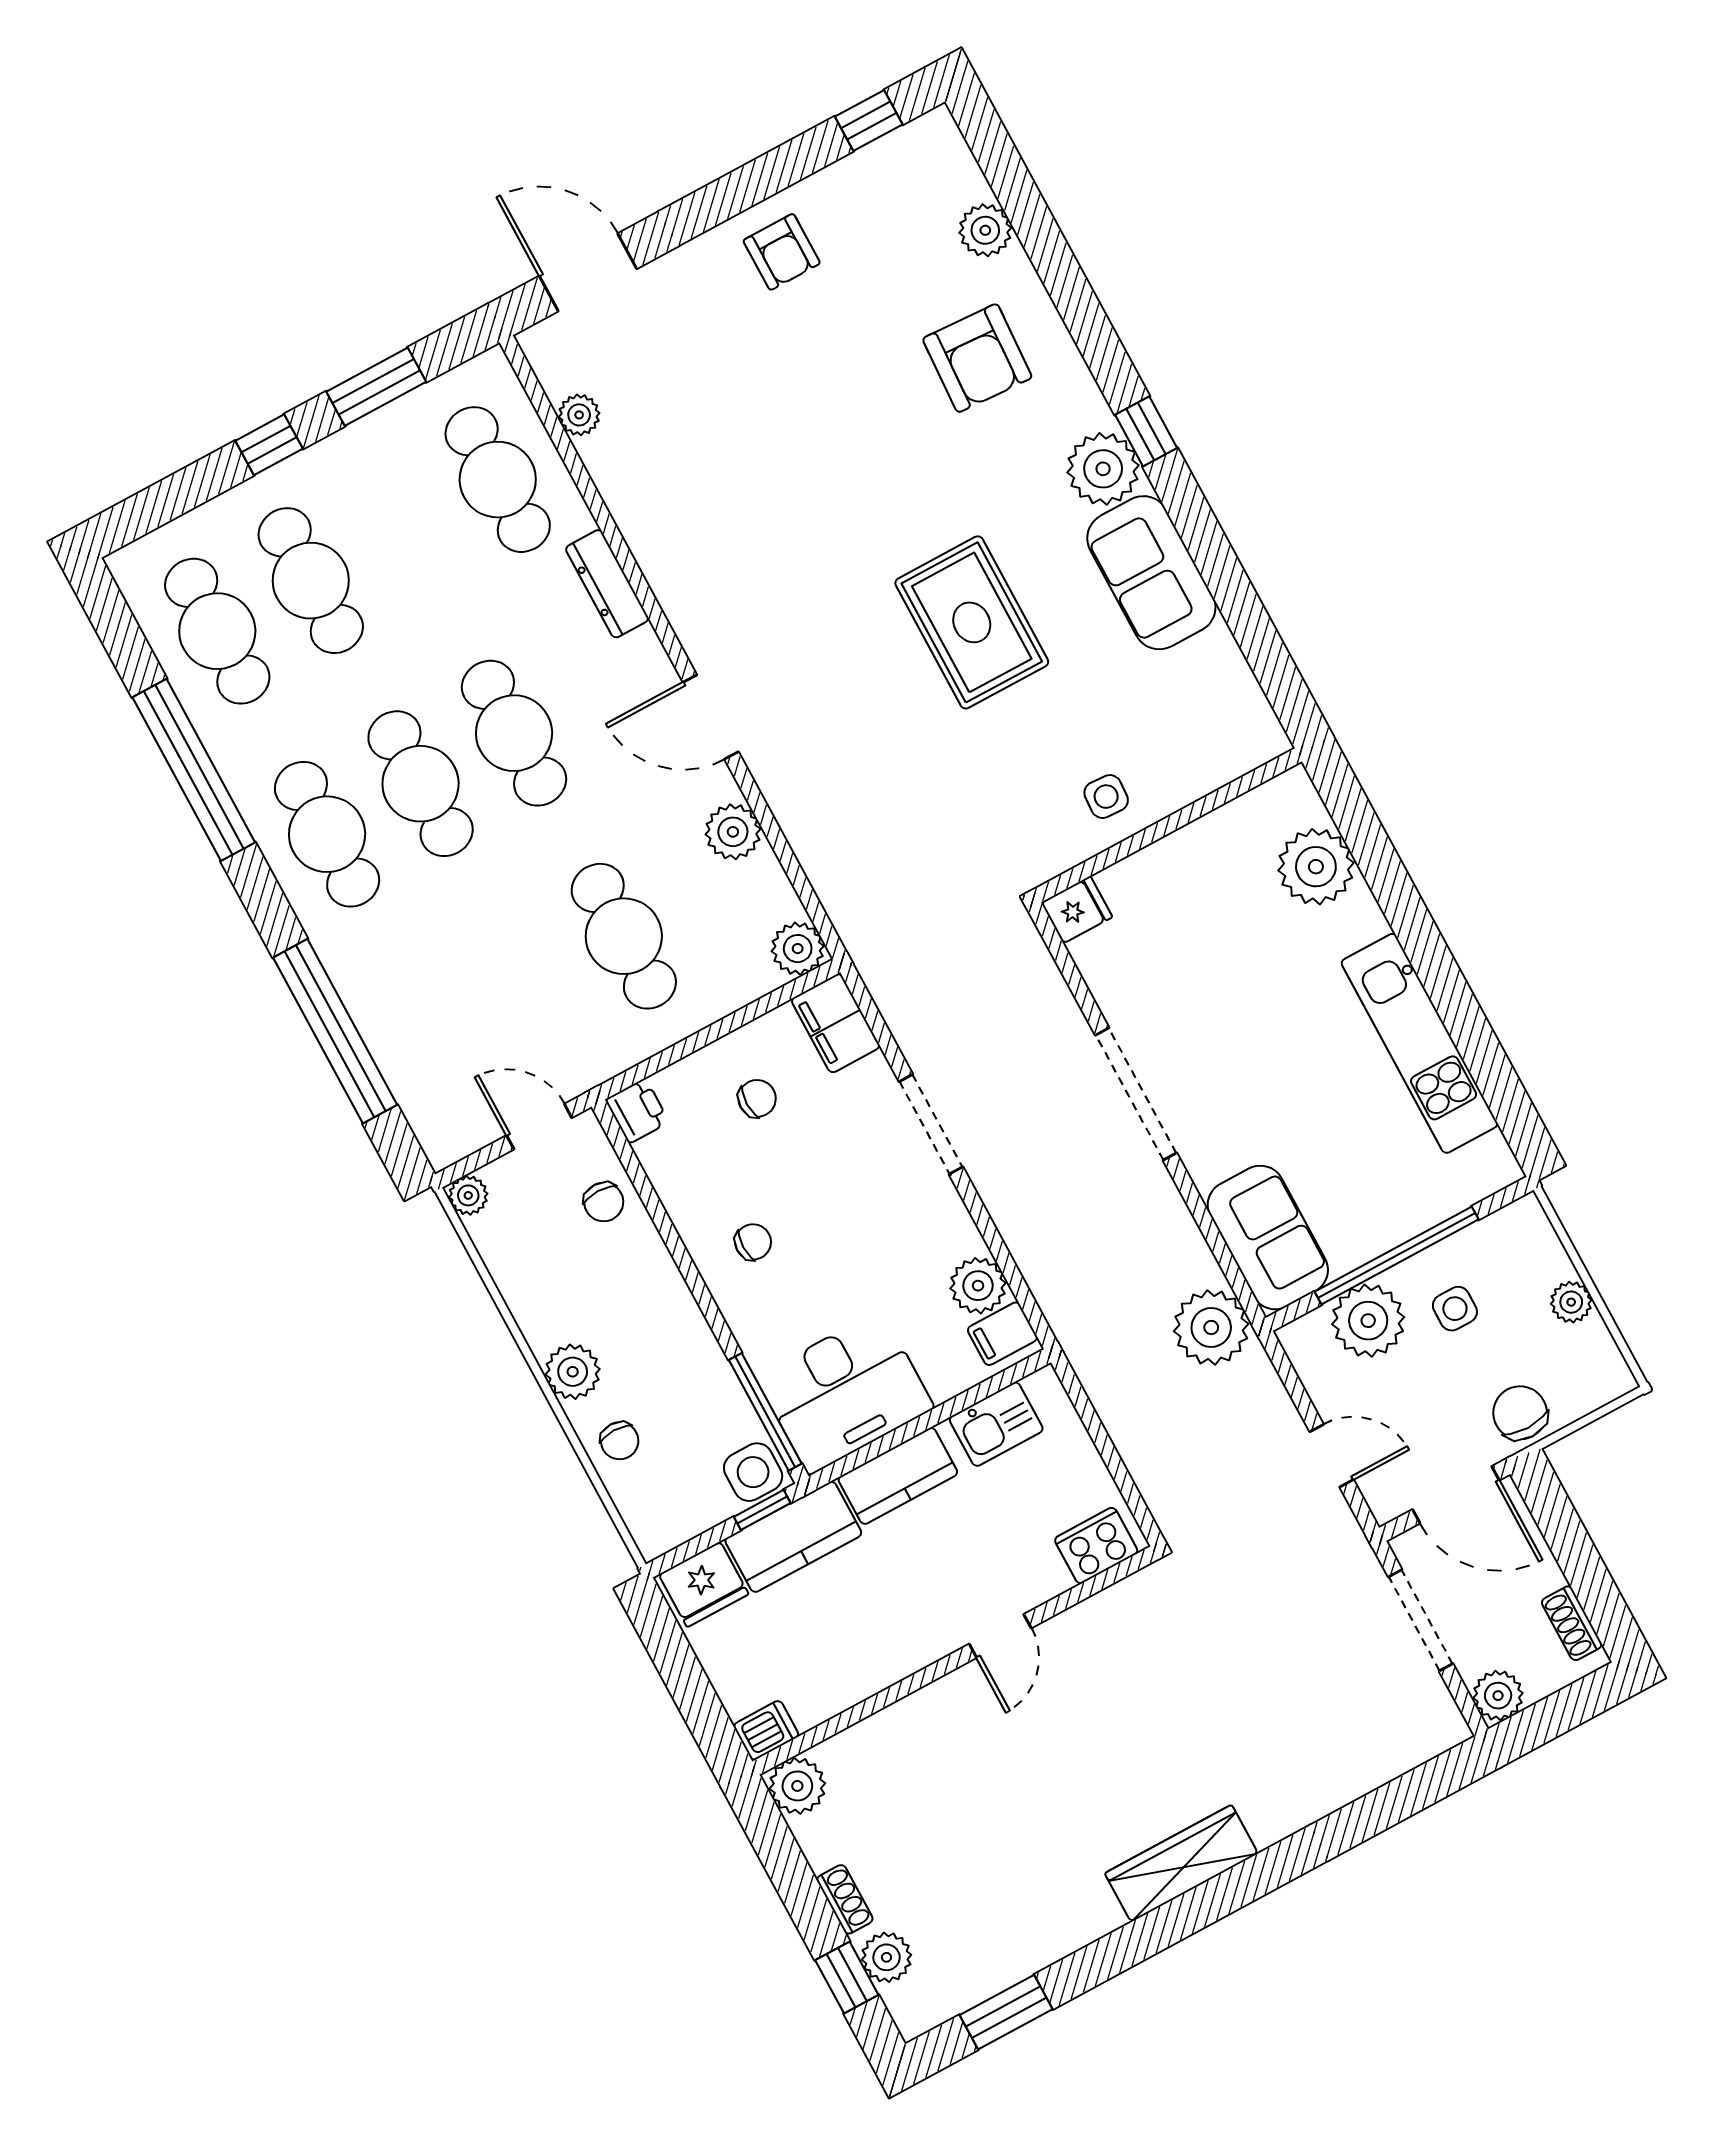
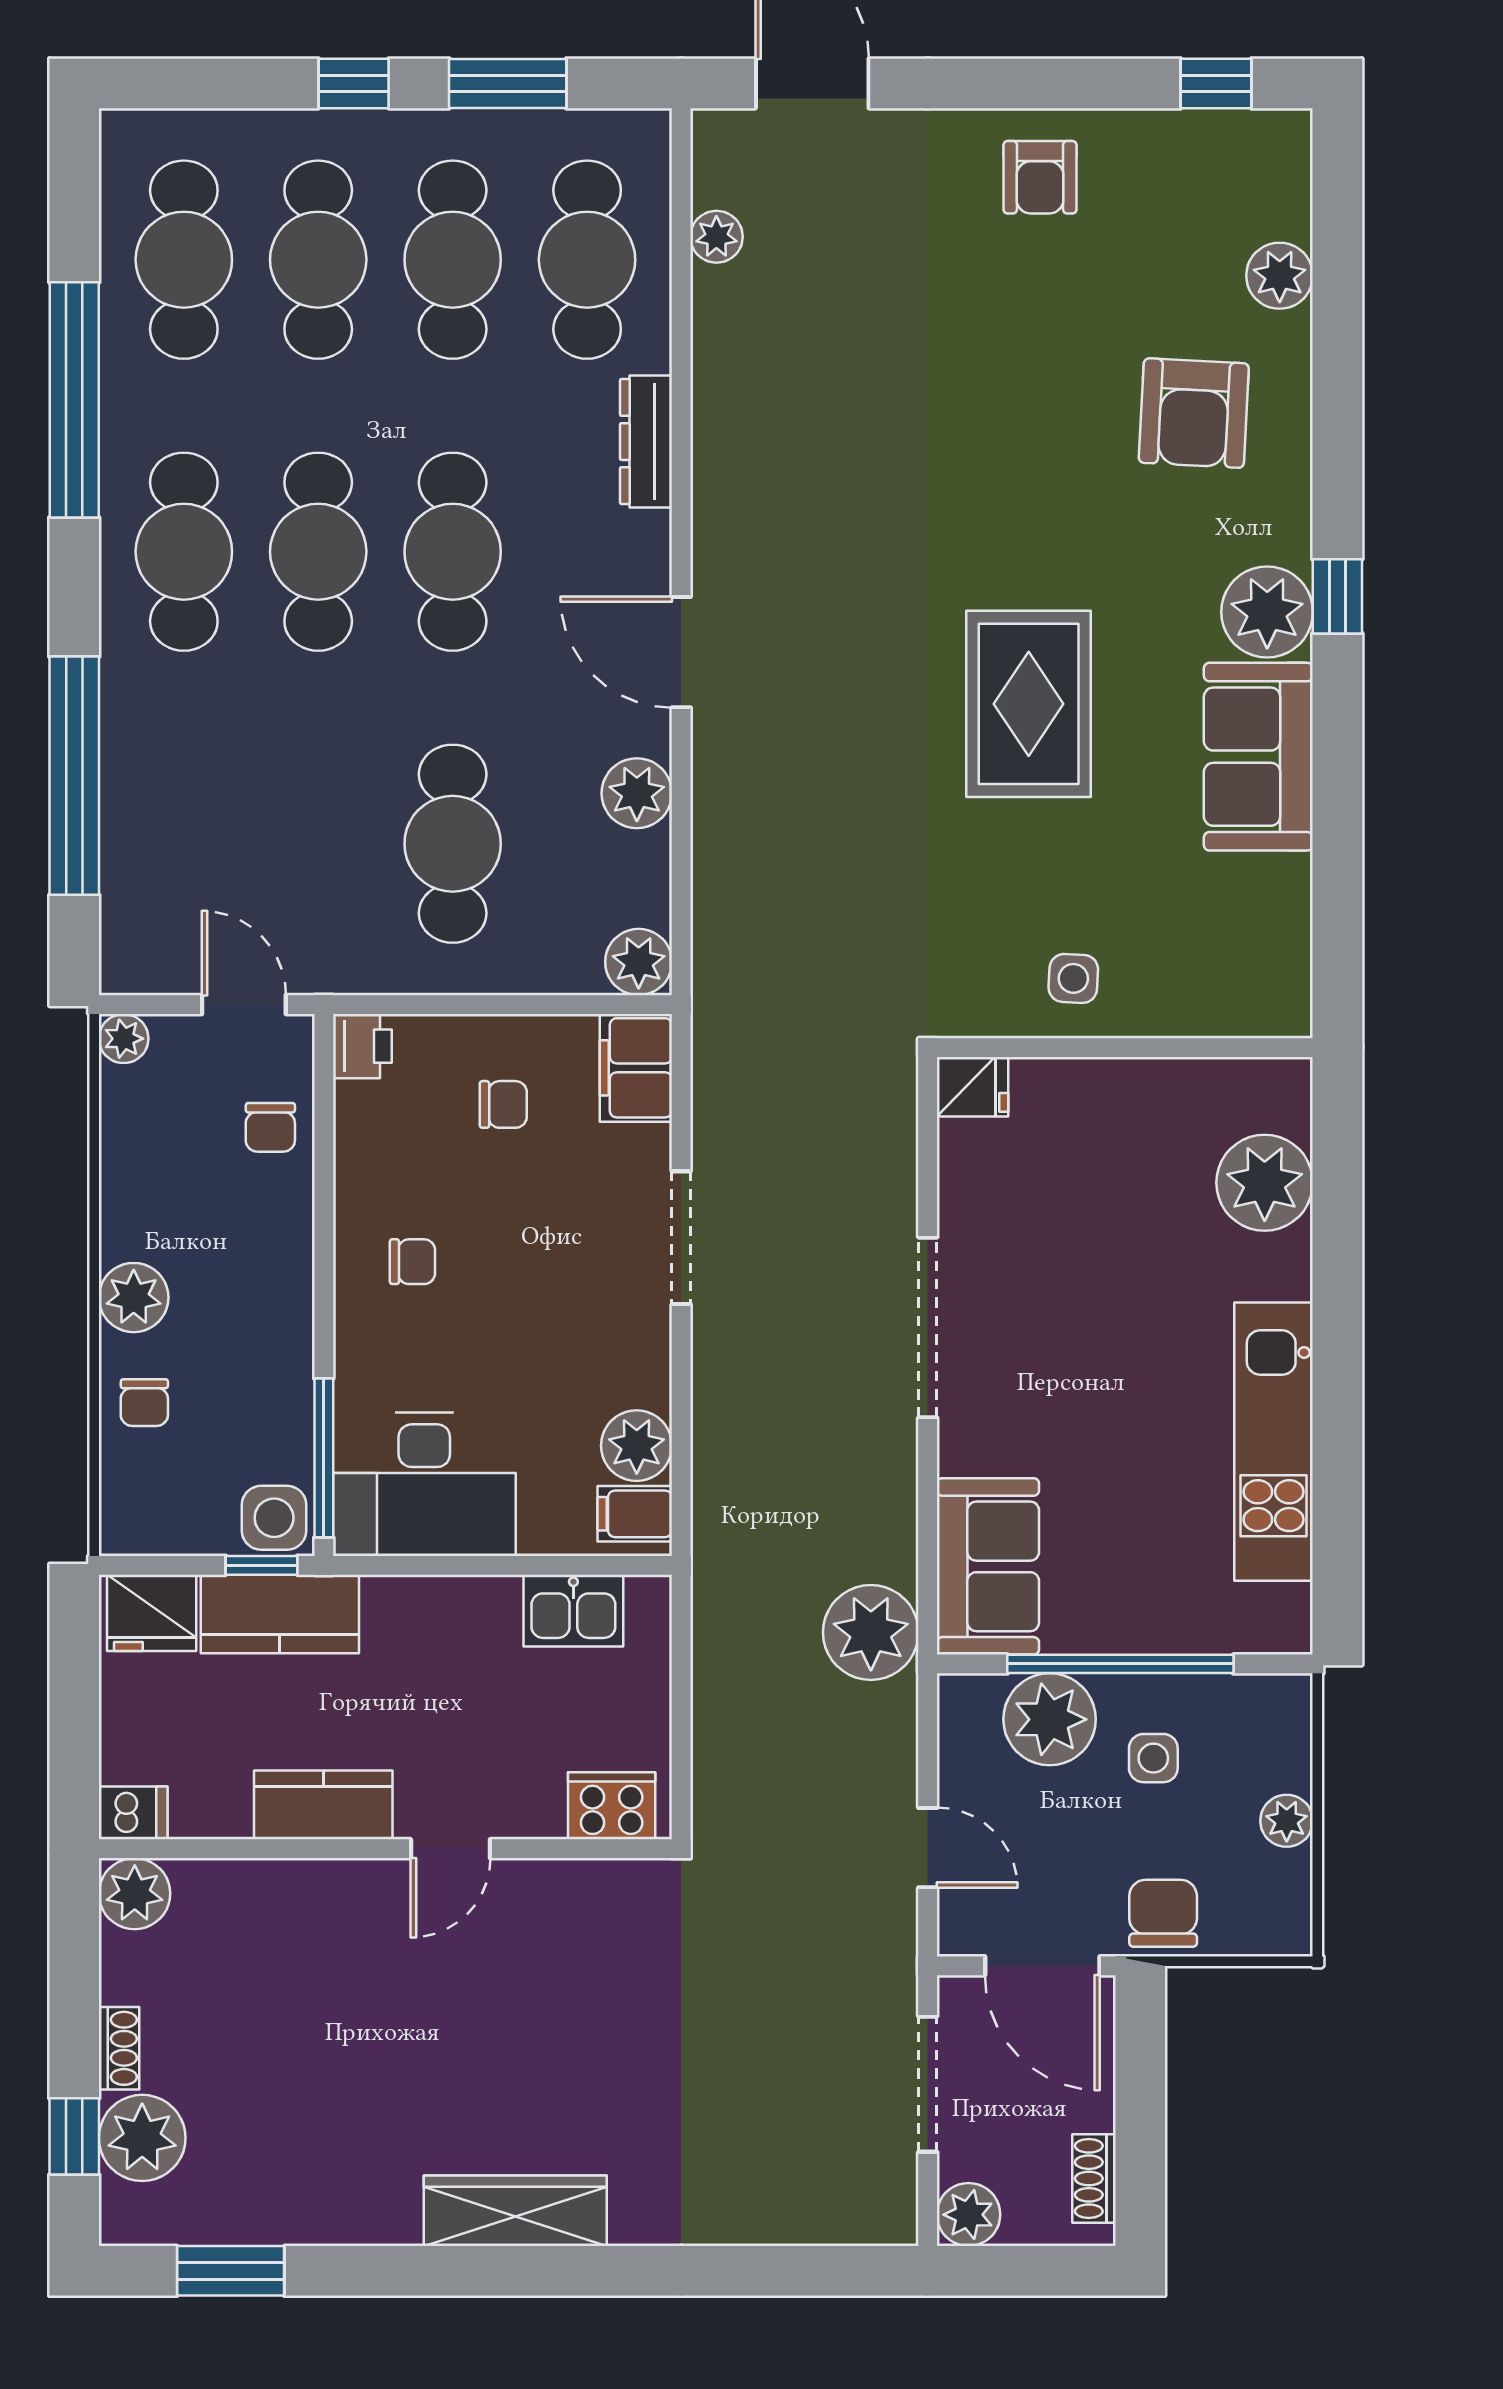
cafe table: (404, 530) -> (453, 260), added
kitchen counter: (898, 1476) -> (323, 1805), moved, turned 180
plant: (887, 1957) -> (142, 2138), width x1.36, depth x1.36

